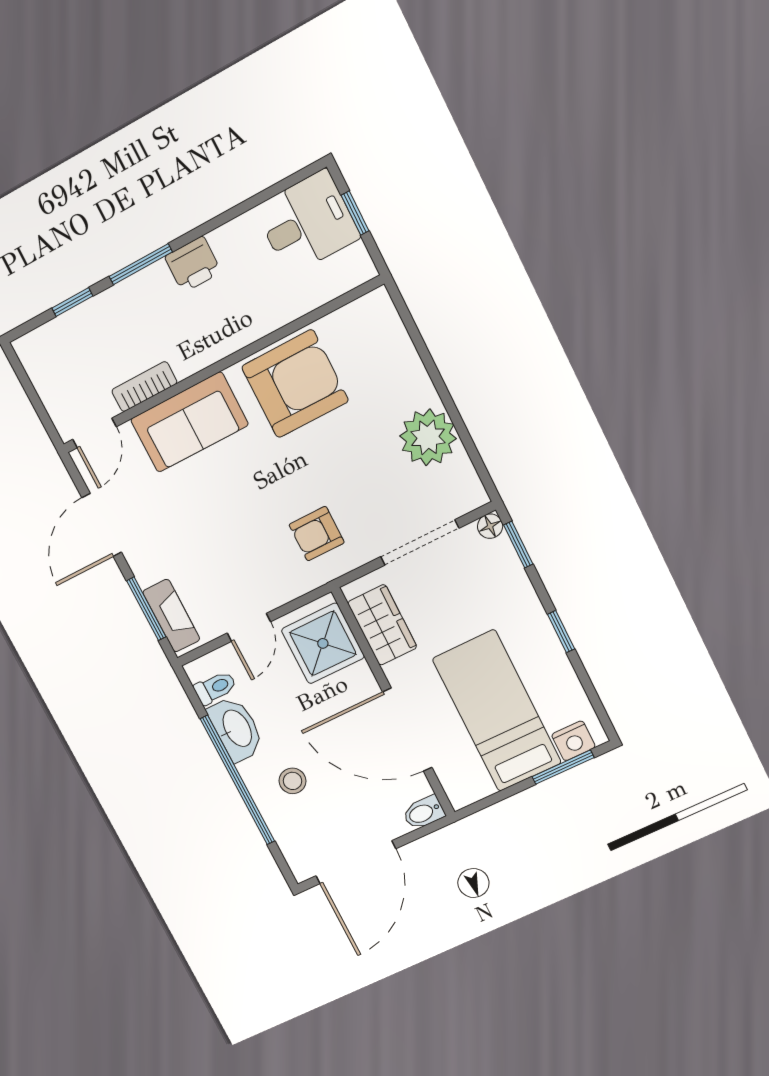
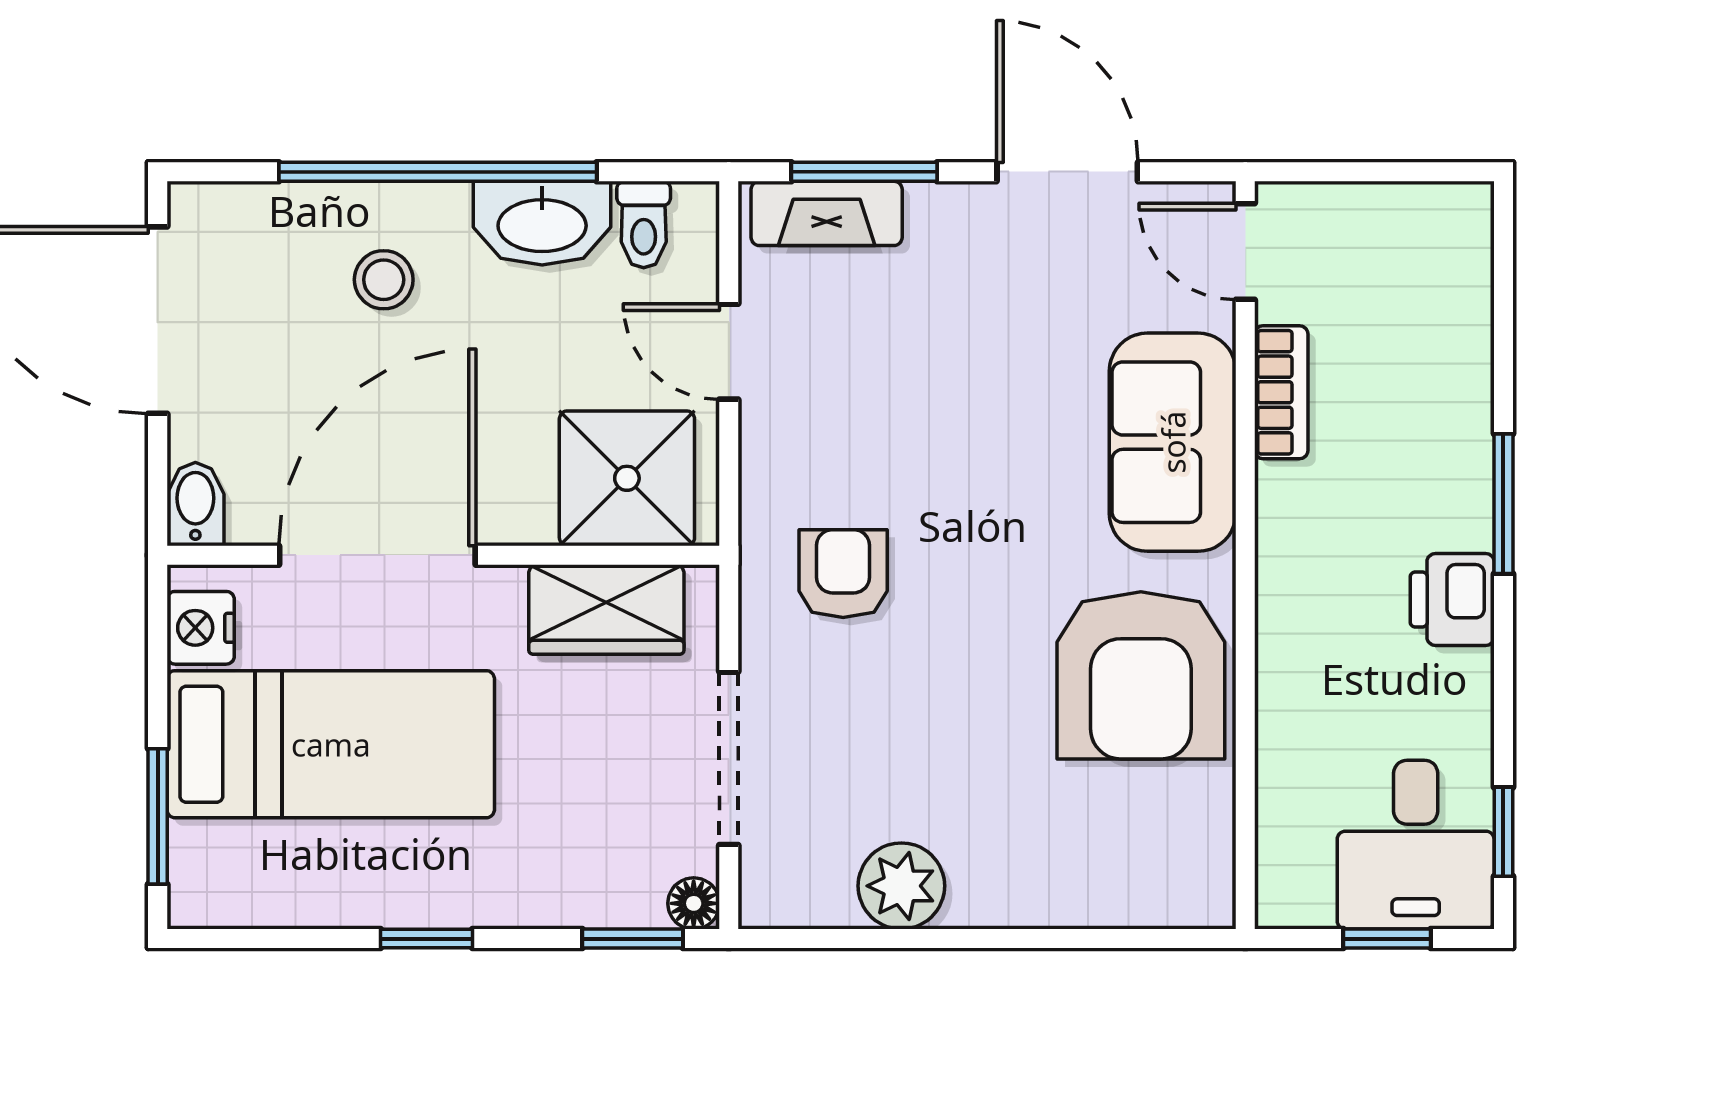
window: (72, 302) -> (1503, 832), moved
plant: (428, 437) -> (901, 886), width x0.73, depth x0.73
nightstand: (573, 741) -> (201, 628), moved

